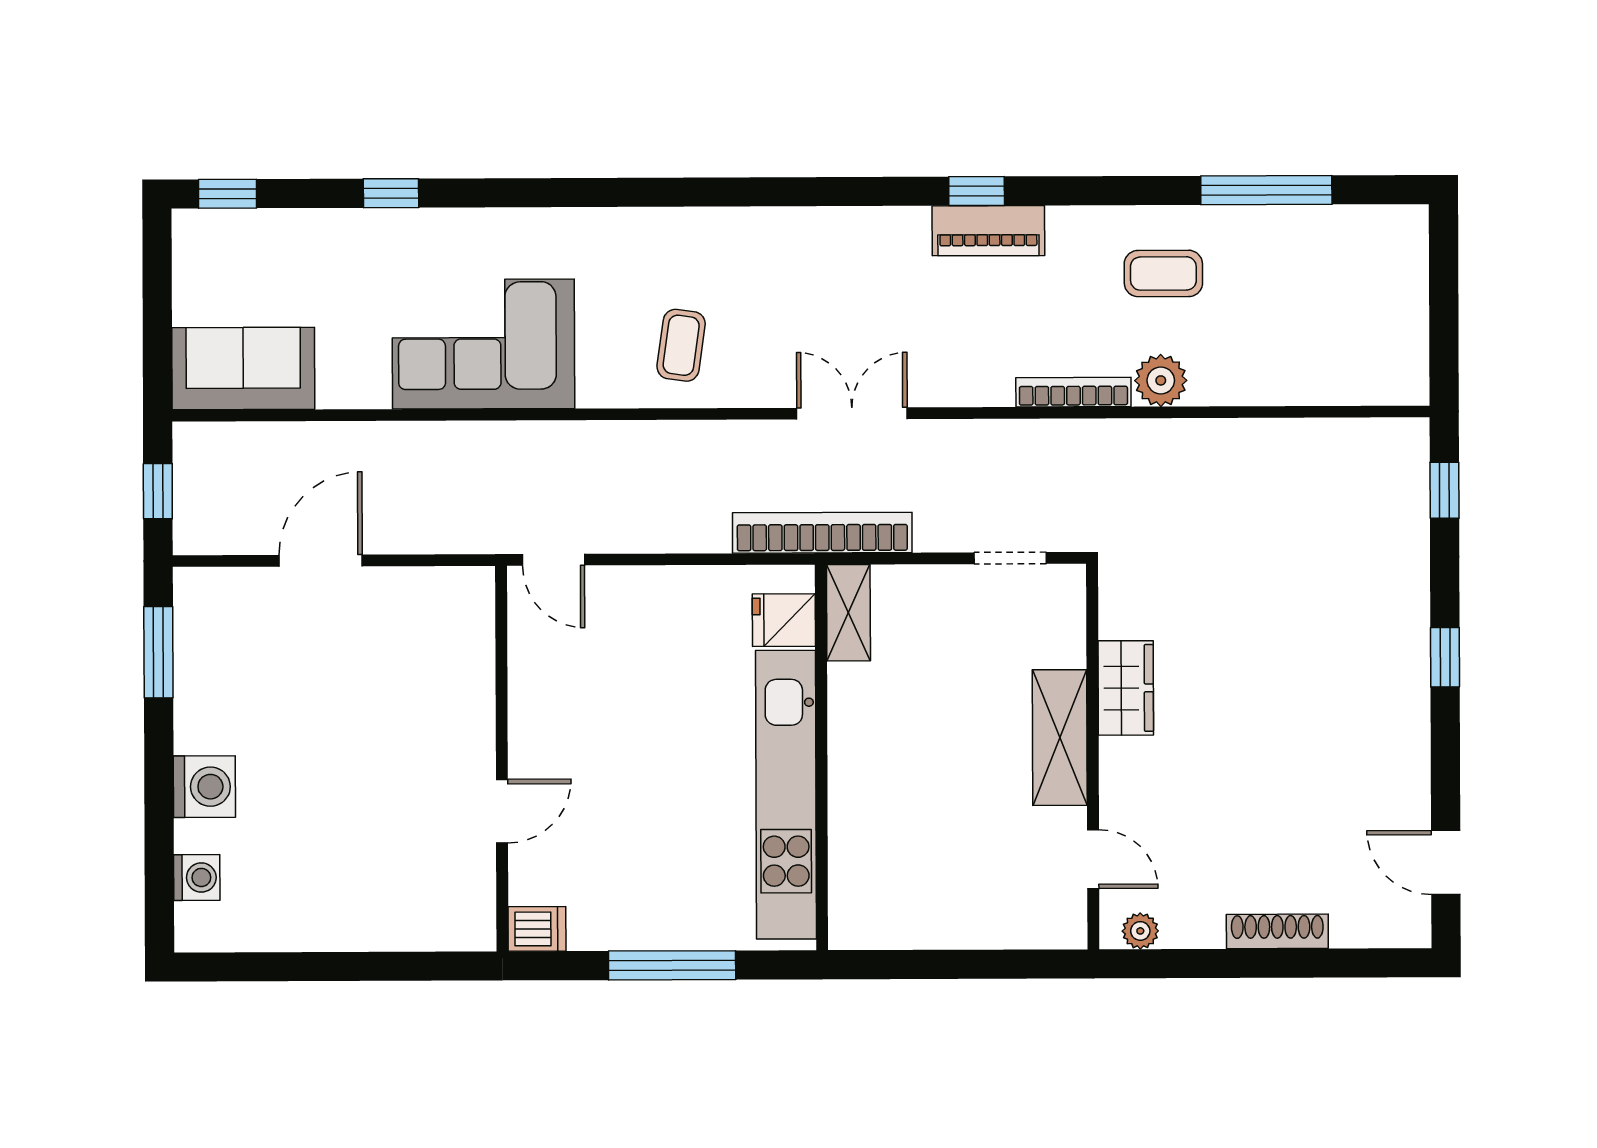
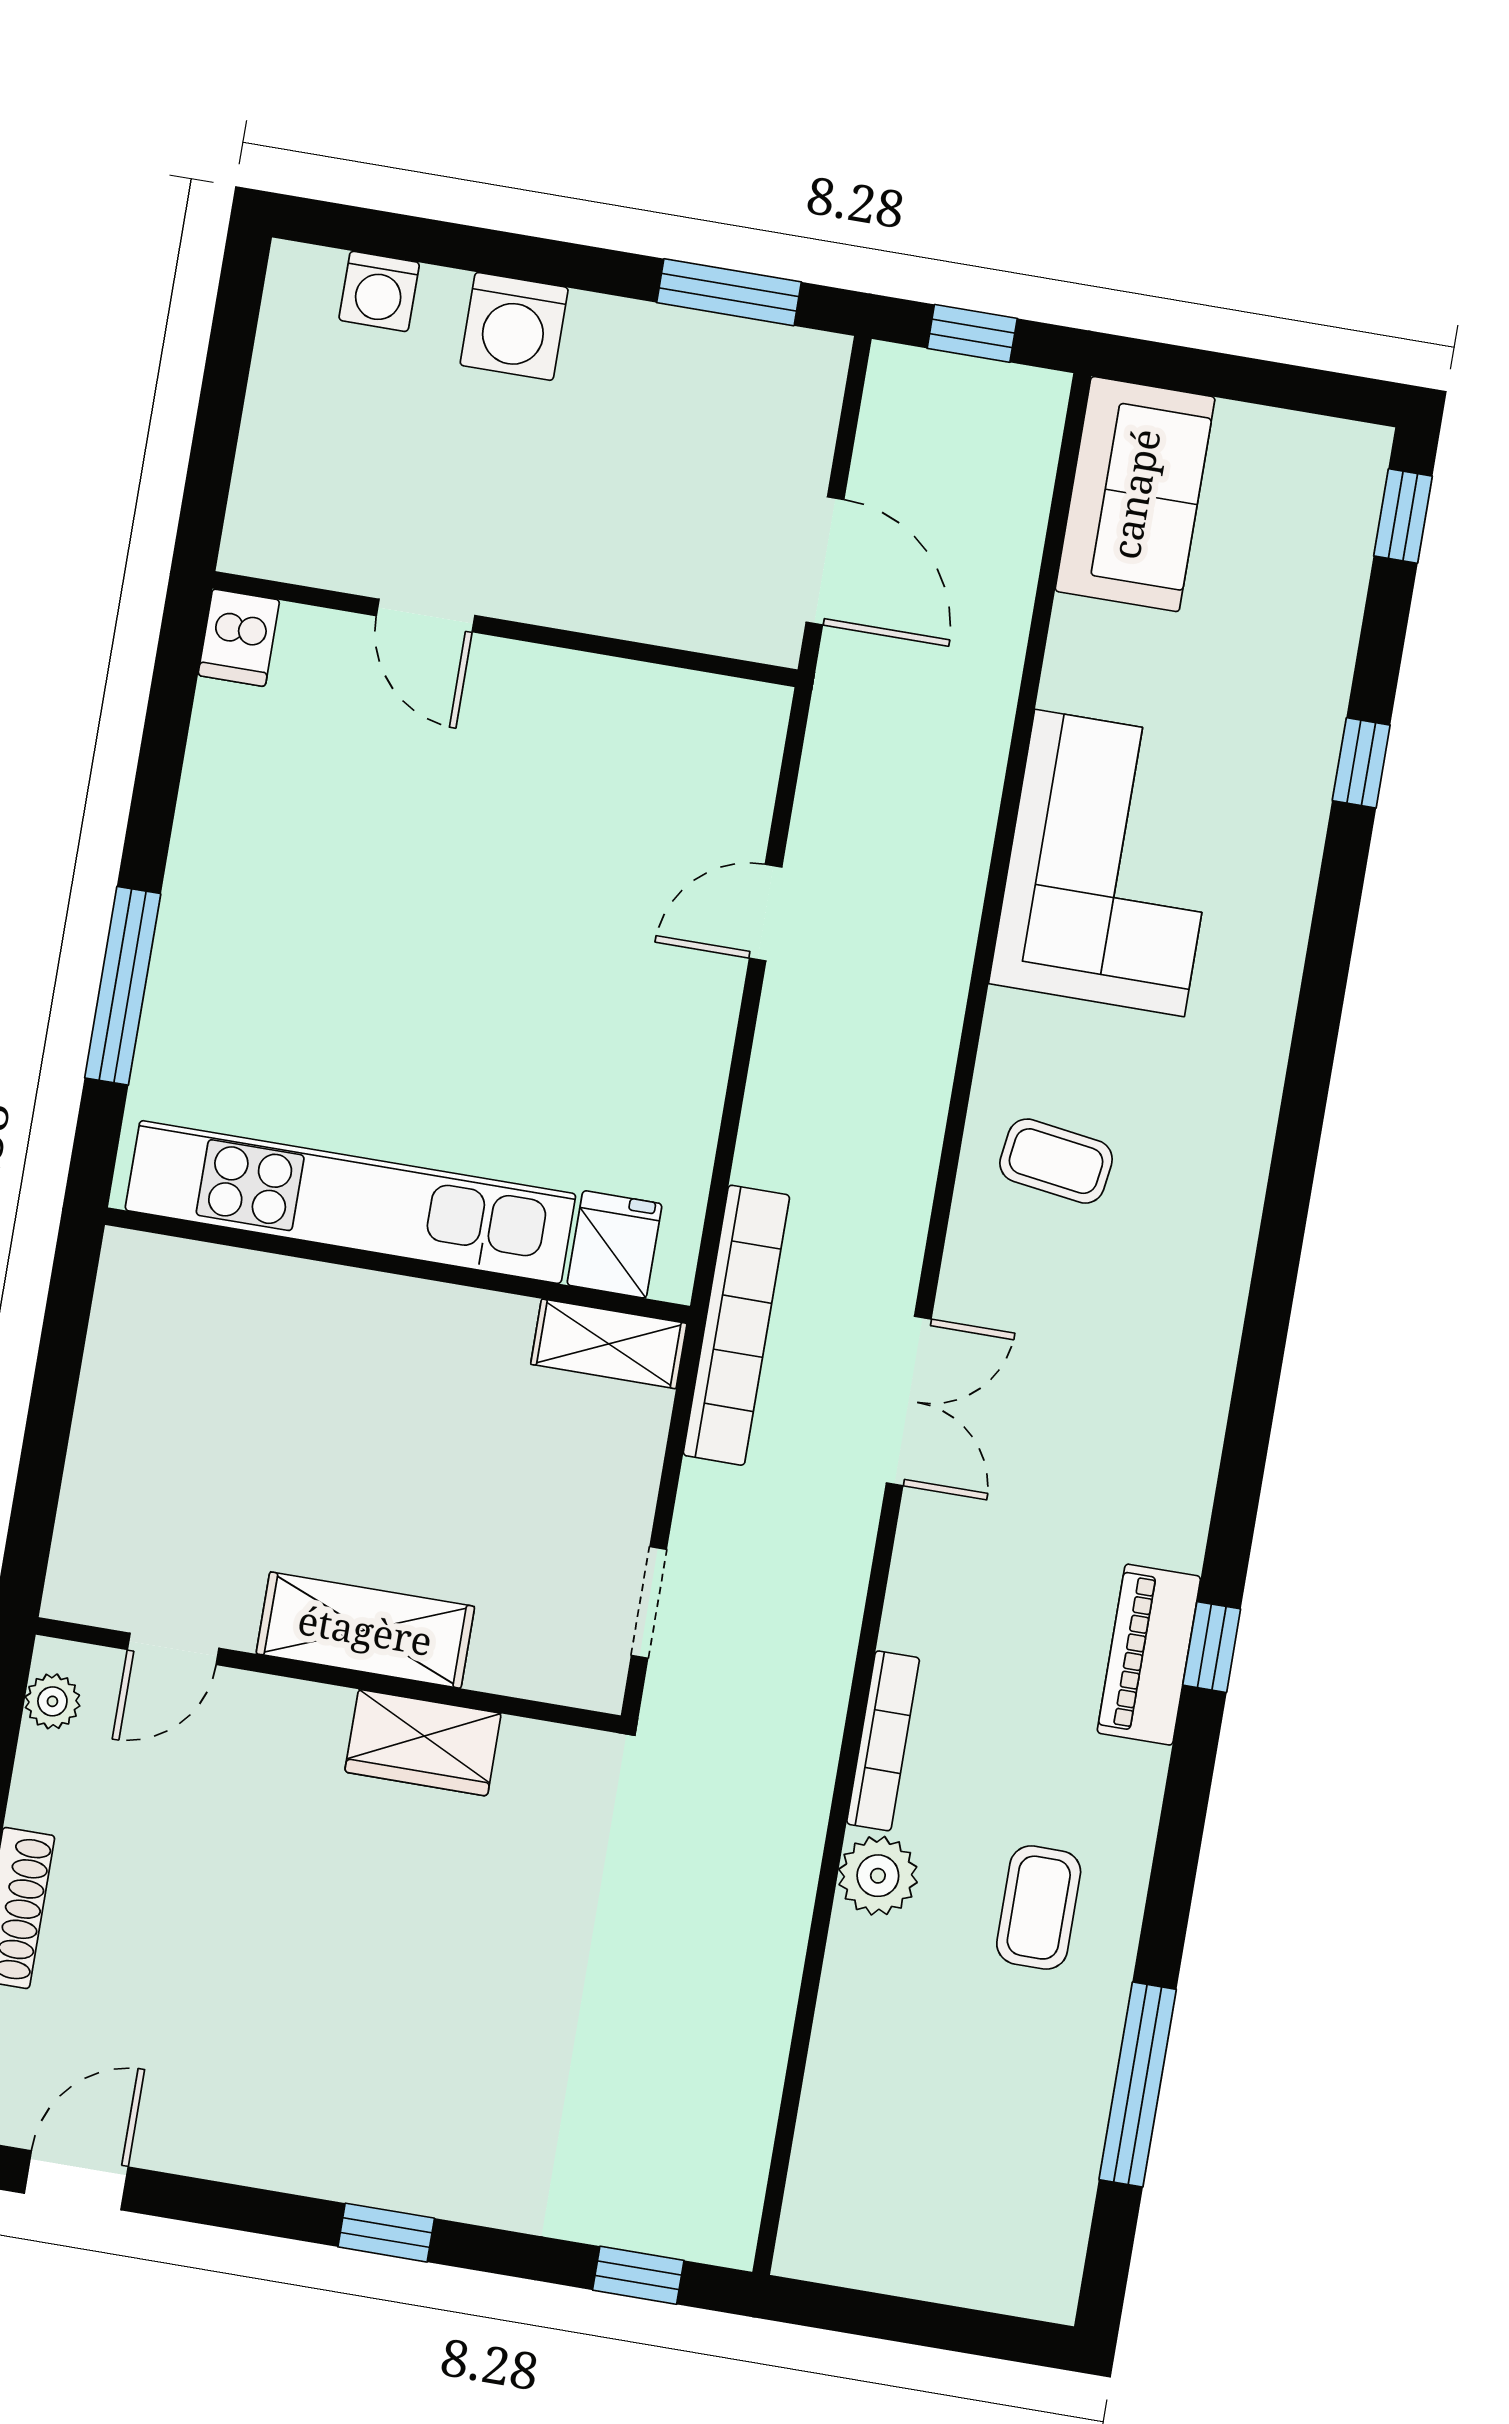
wall: (502, 759) -> (505, 629), moved
door: (502, 811) -> (426, 616), moved
dishwasher: (537, 929) -> (239, 638), moved

